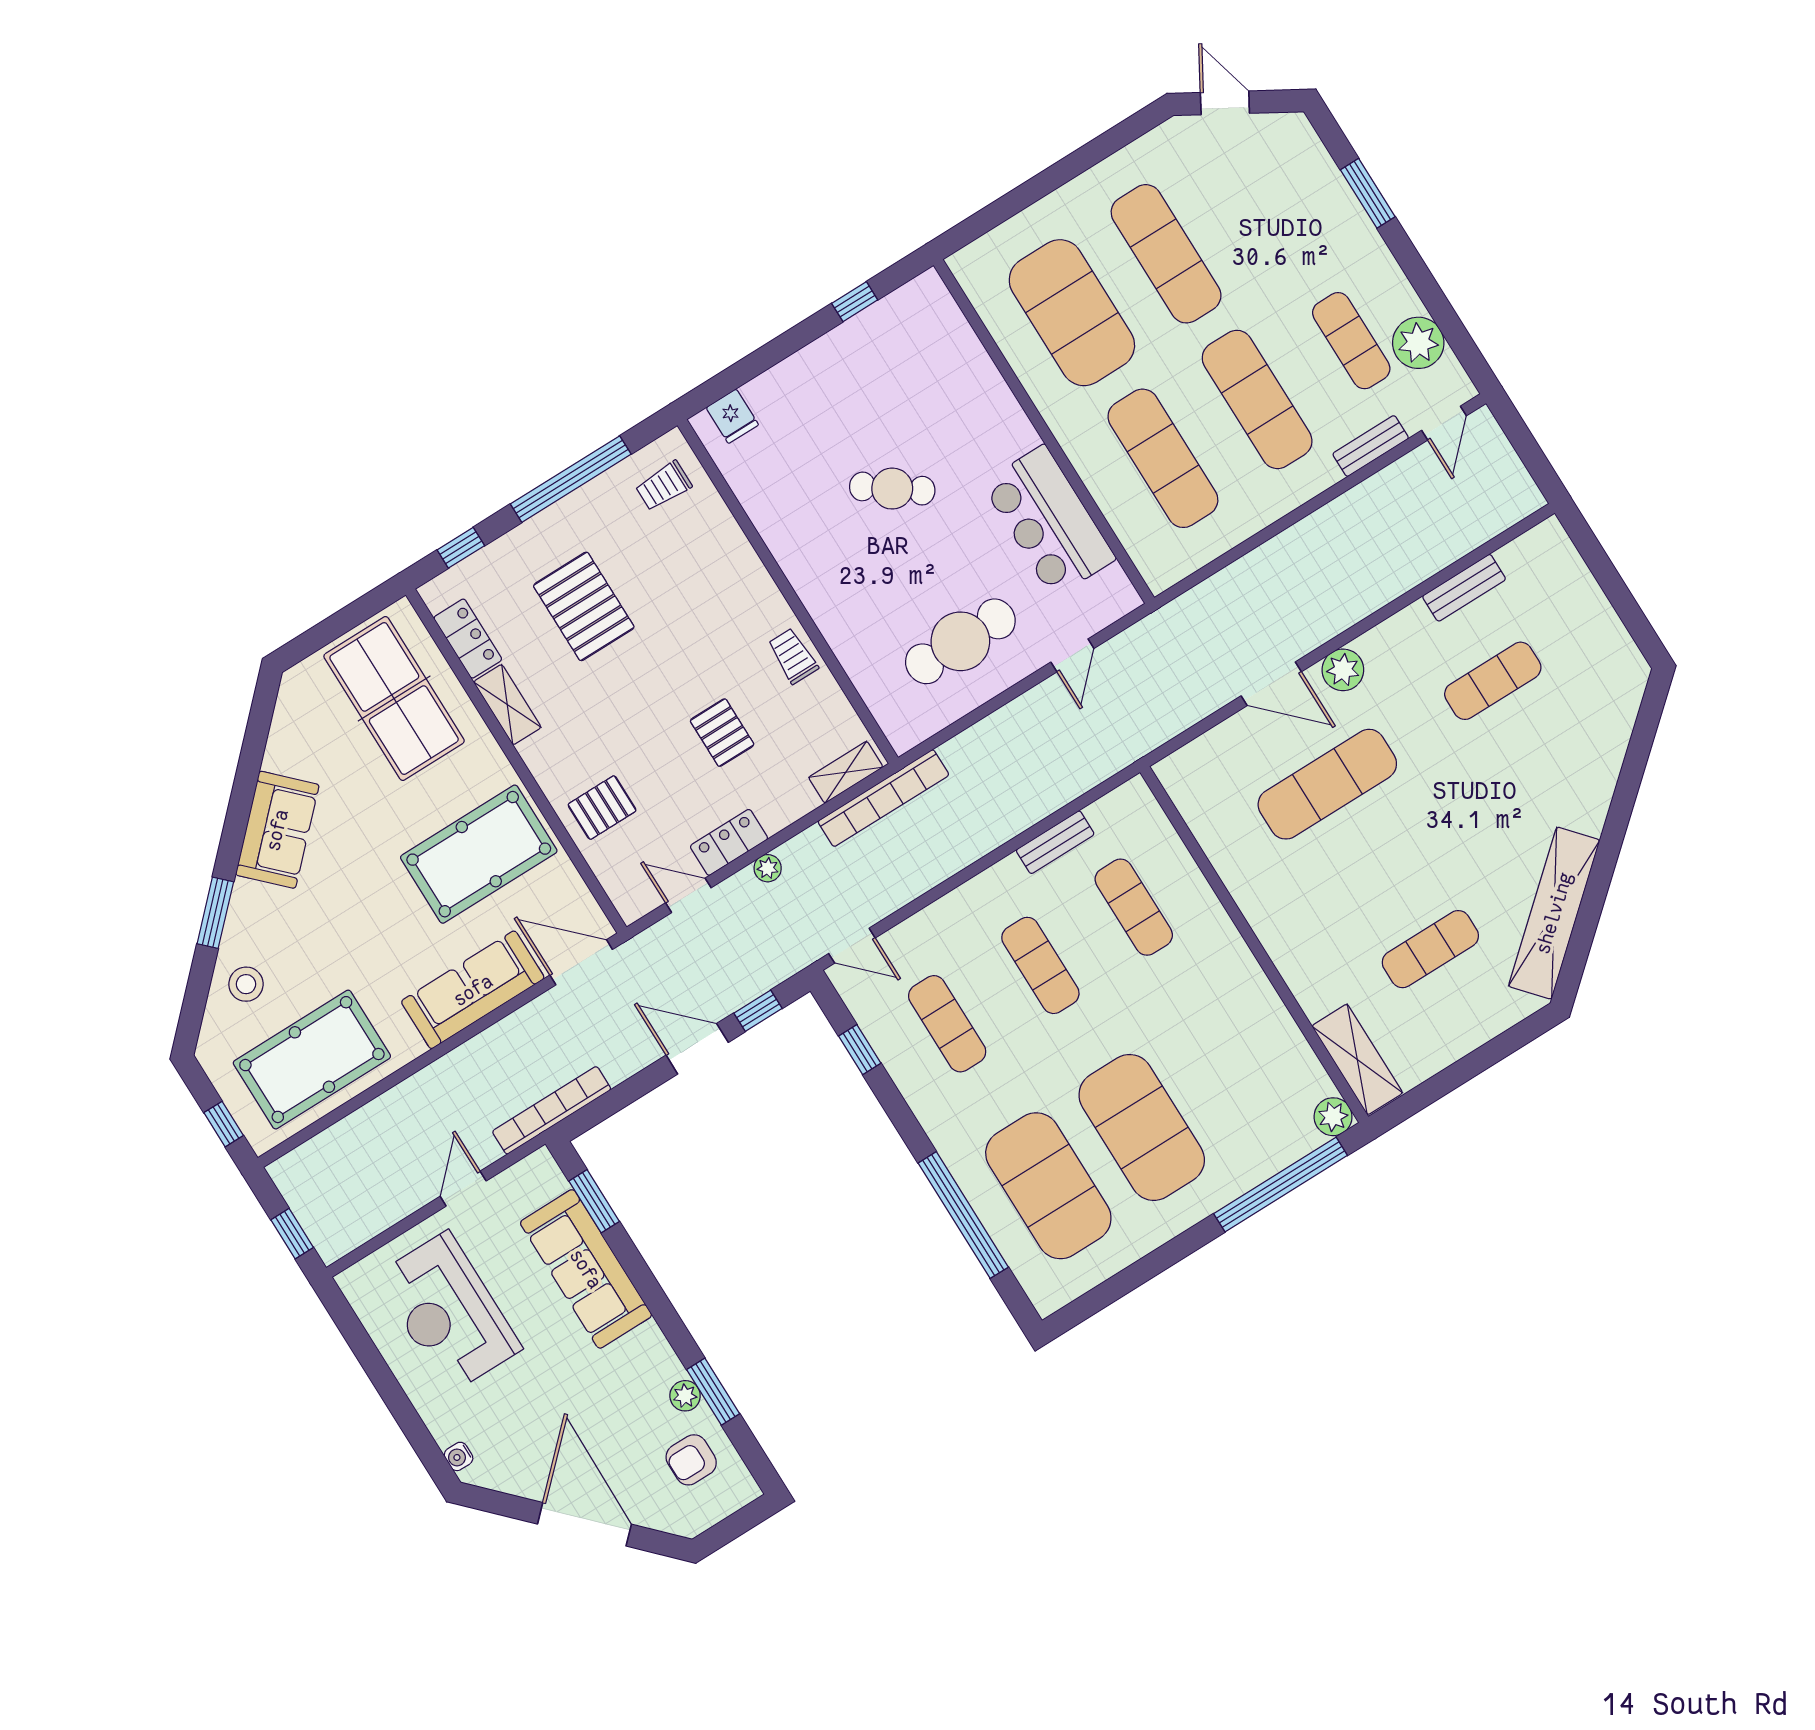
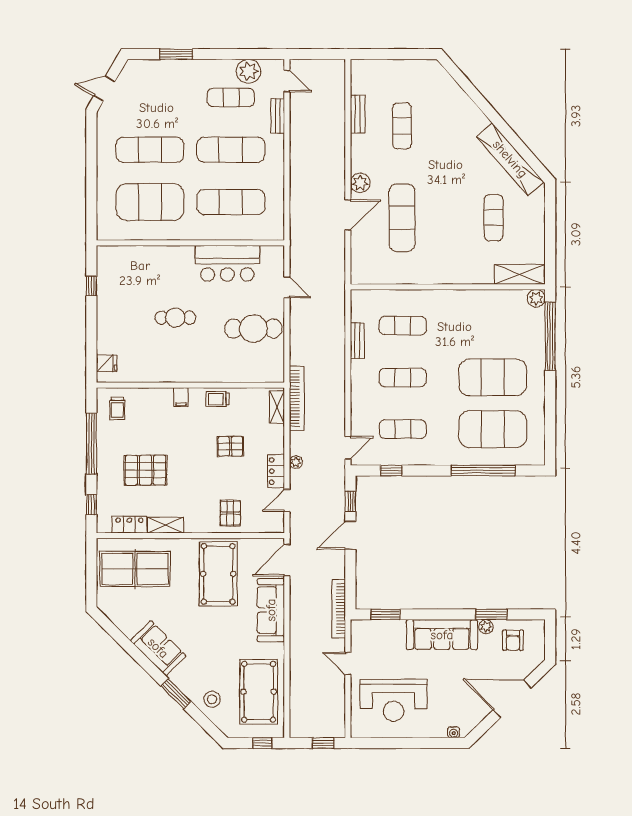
cafe table: (892, 489) -> (175, 318), turned 54
filing cabinet: (755, 588) -> (181, 397), added
cafe table: (960, 641) -> (253, 329), turned 90
sofa: (586, 1269) -> (442, 635), moved

